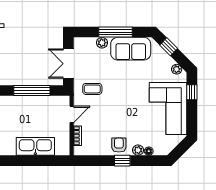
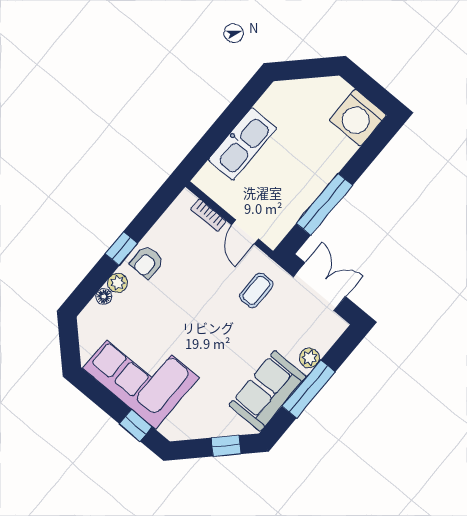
plant: (177, 69) -> (185, 431), removed
armchair: (119, 145) -> (147, 262), turned 90

